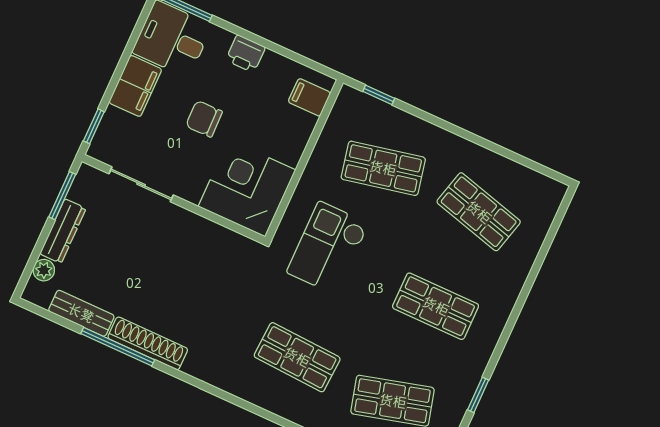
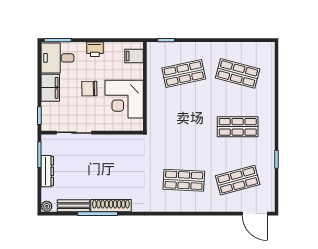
corner desk: (247, 188) -> (124, 99), moved, turned -90
checkout: (328, 248) -> (175, 123), removed
plant: (44, 270) -> (47, 206), moved

